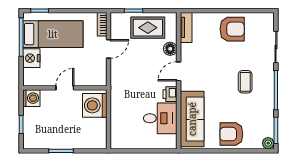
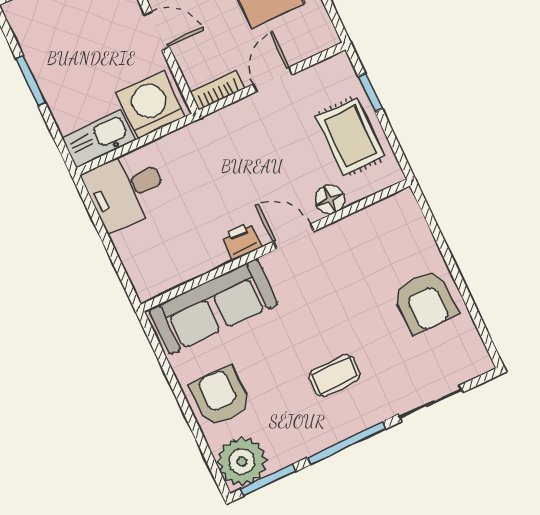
bookcase: (102, 24) -> (217, 90), moved
tv unit: (186, 27) -> (386, 211), removed
door: (108, 49) -> (273, 79), swing flipped
desk: (160, 118) -> (126, 190), moved, turned 90
kitchen sink: (99, 134) -> (99, 138), added
plant: (268, 143) -> (242, 461), width x1.88, depth x1.88

